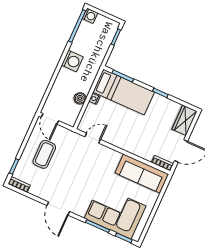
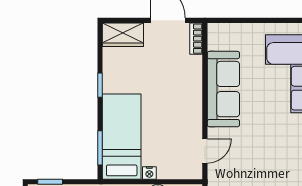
door: (93, 138) -> (205, 151), swing flipped
sofa: (142, 174) -> (223, 89), moved

